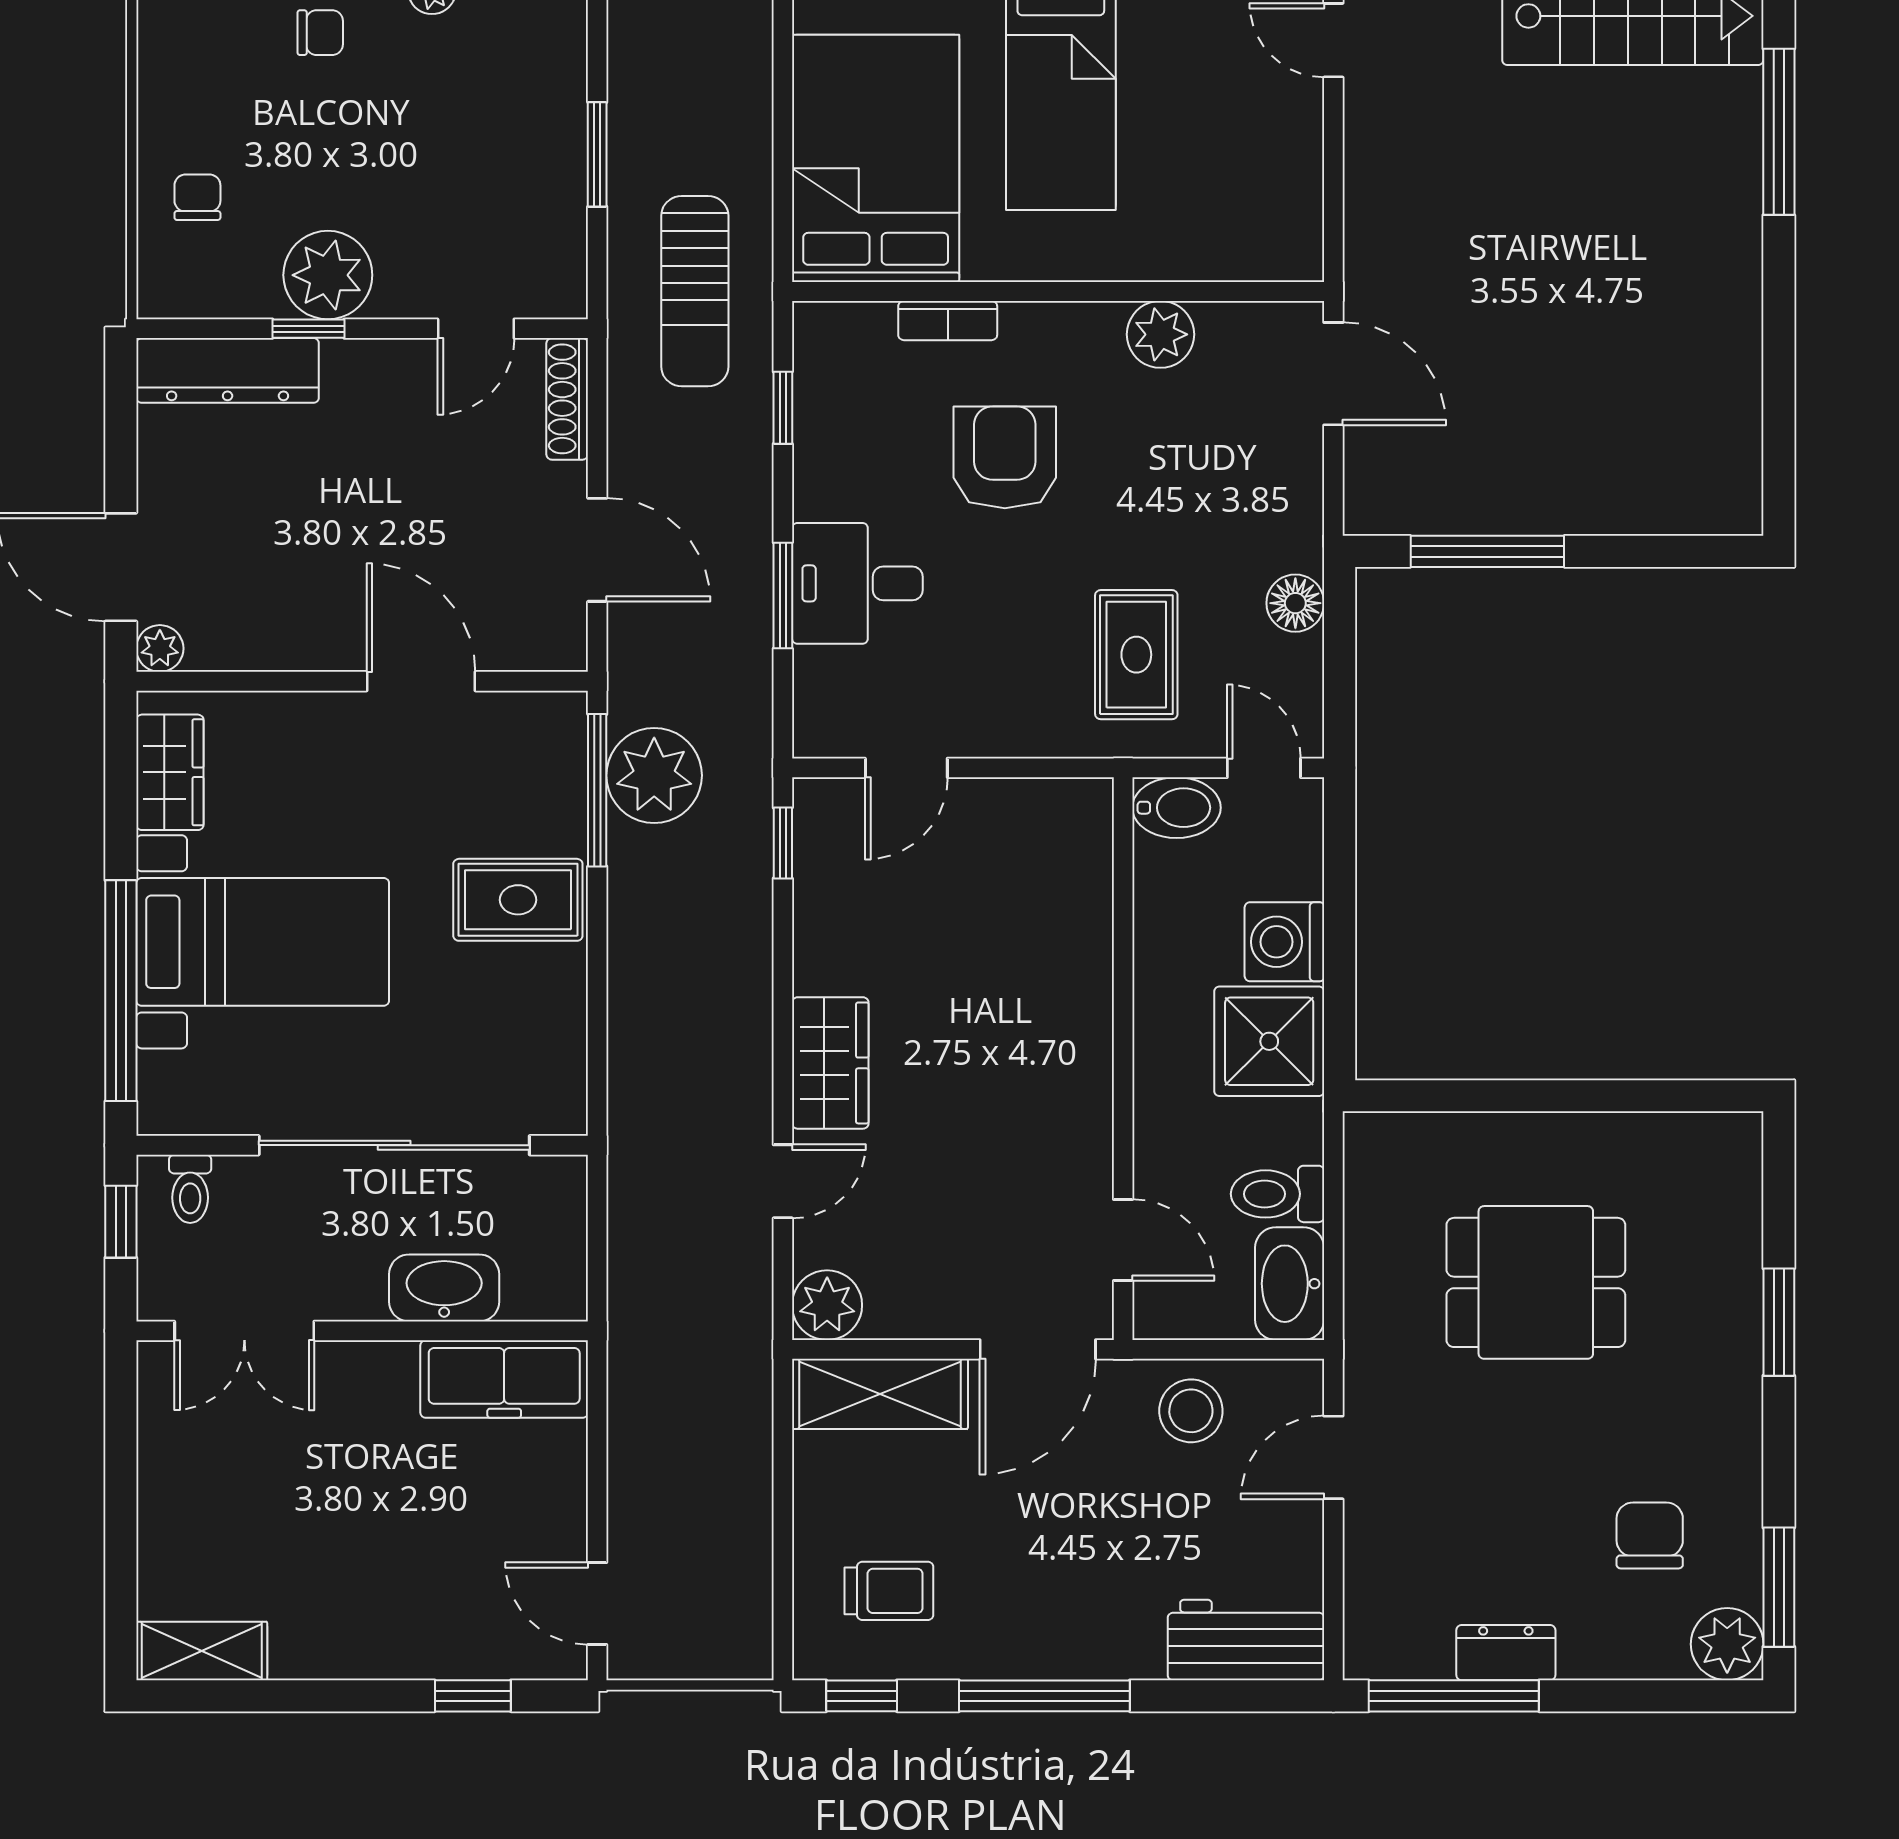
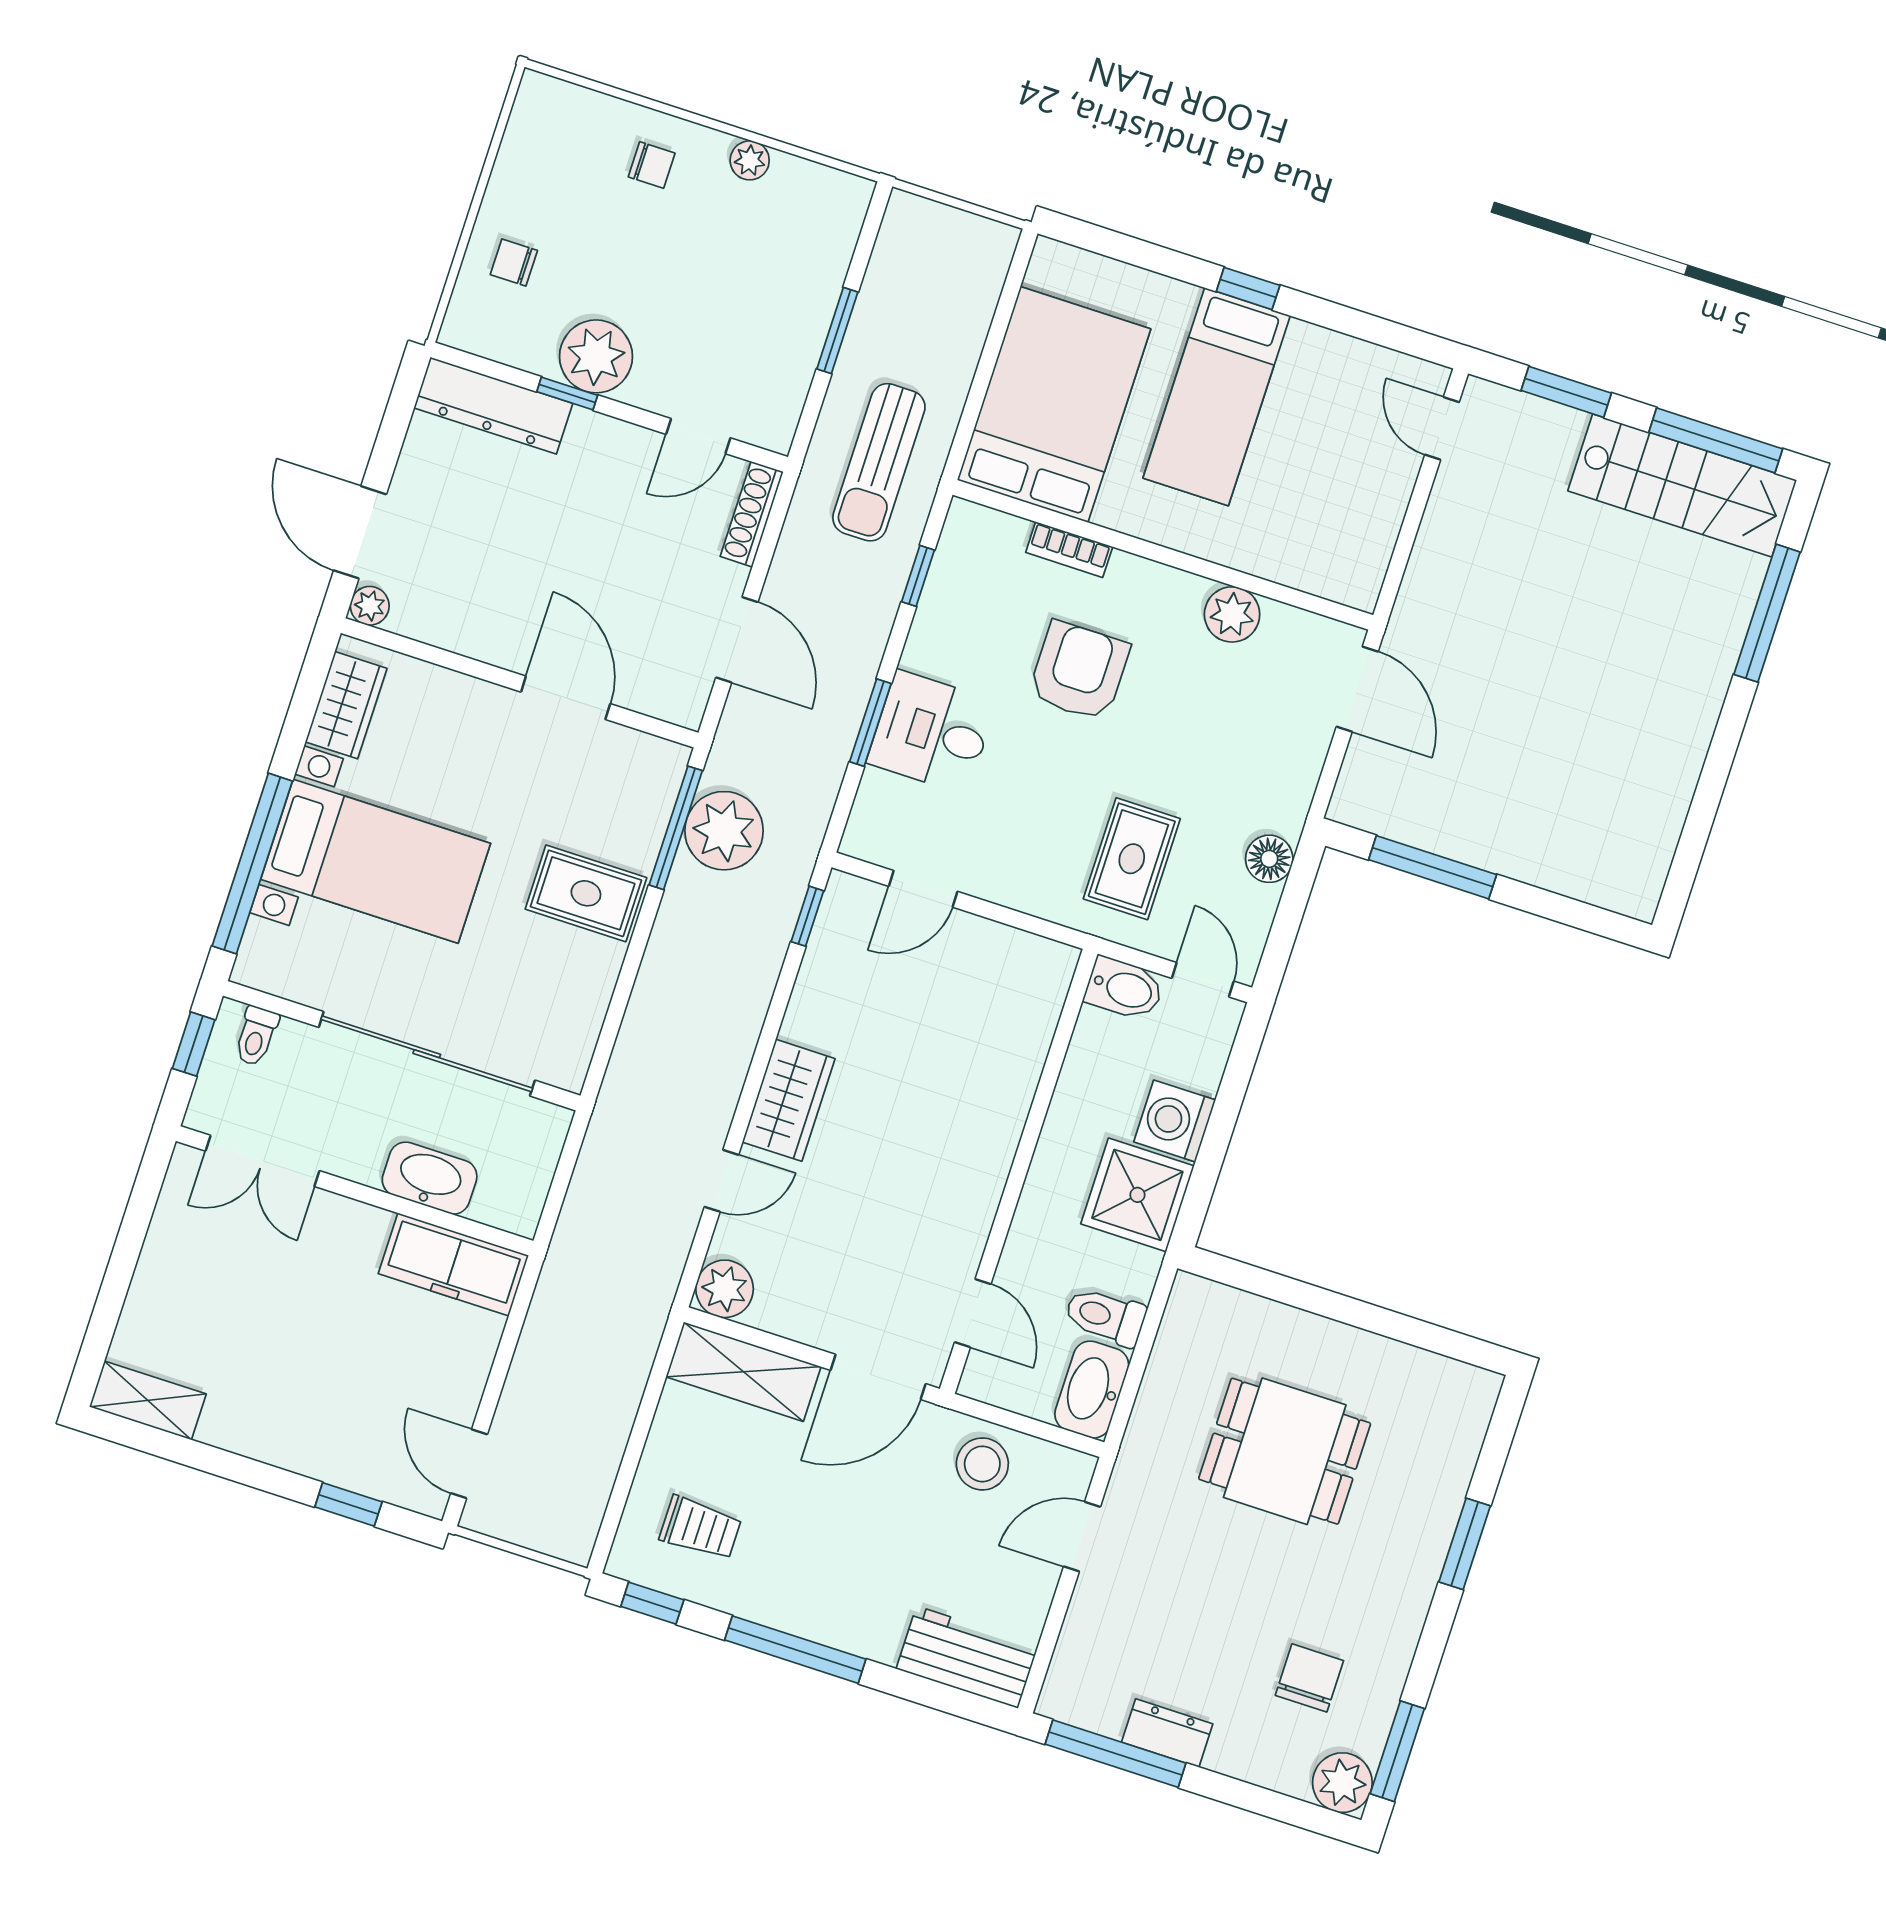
chair: (197, 197) -> (514, 262), turned -90

